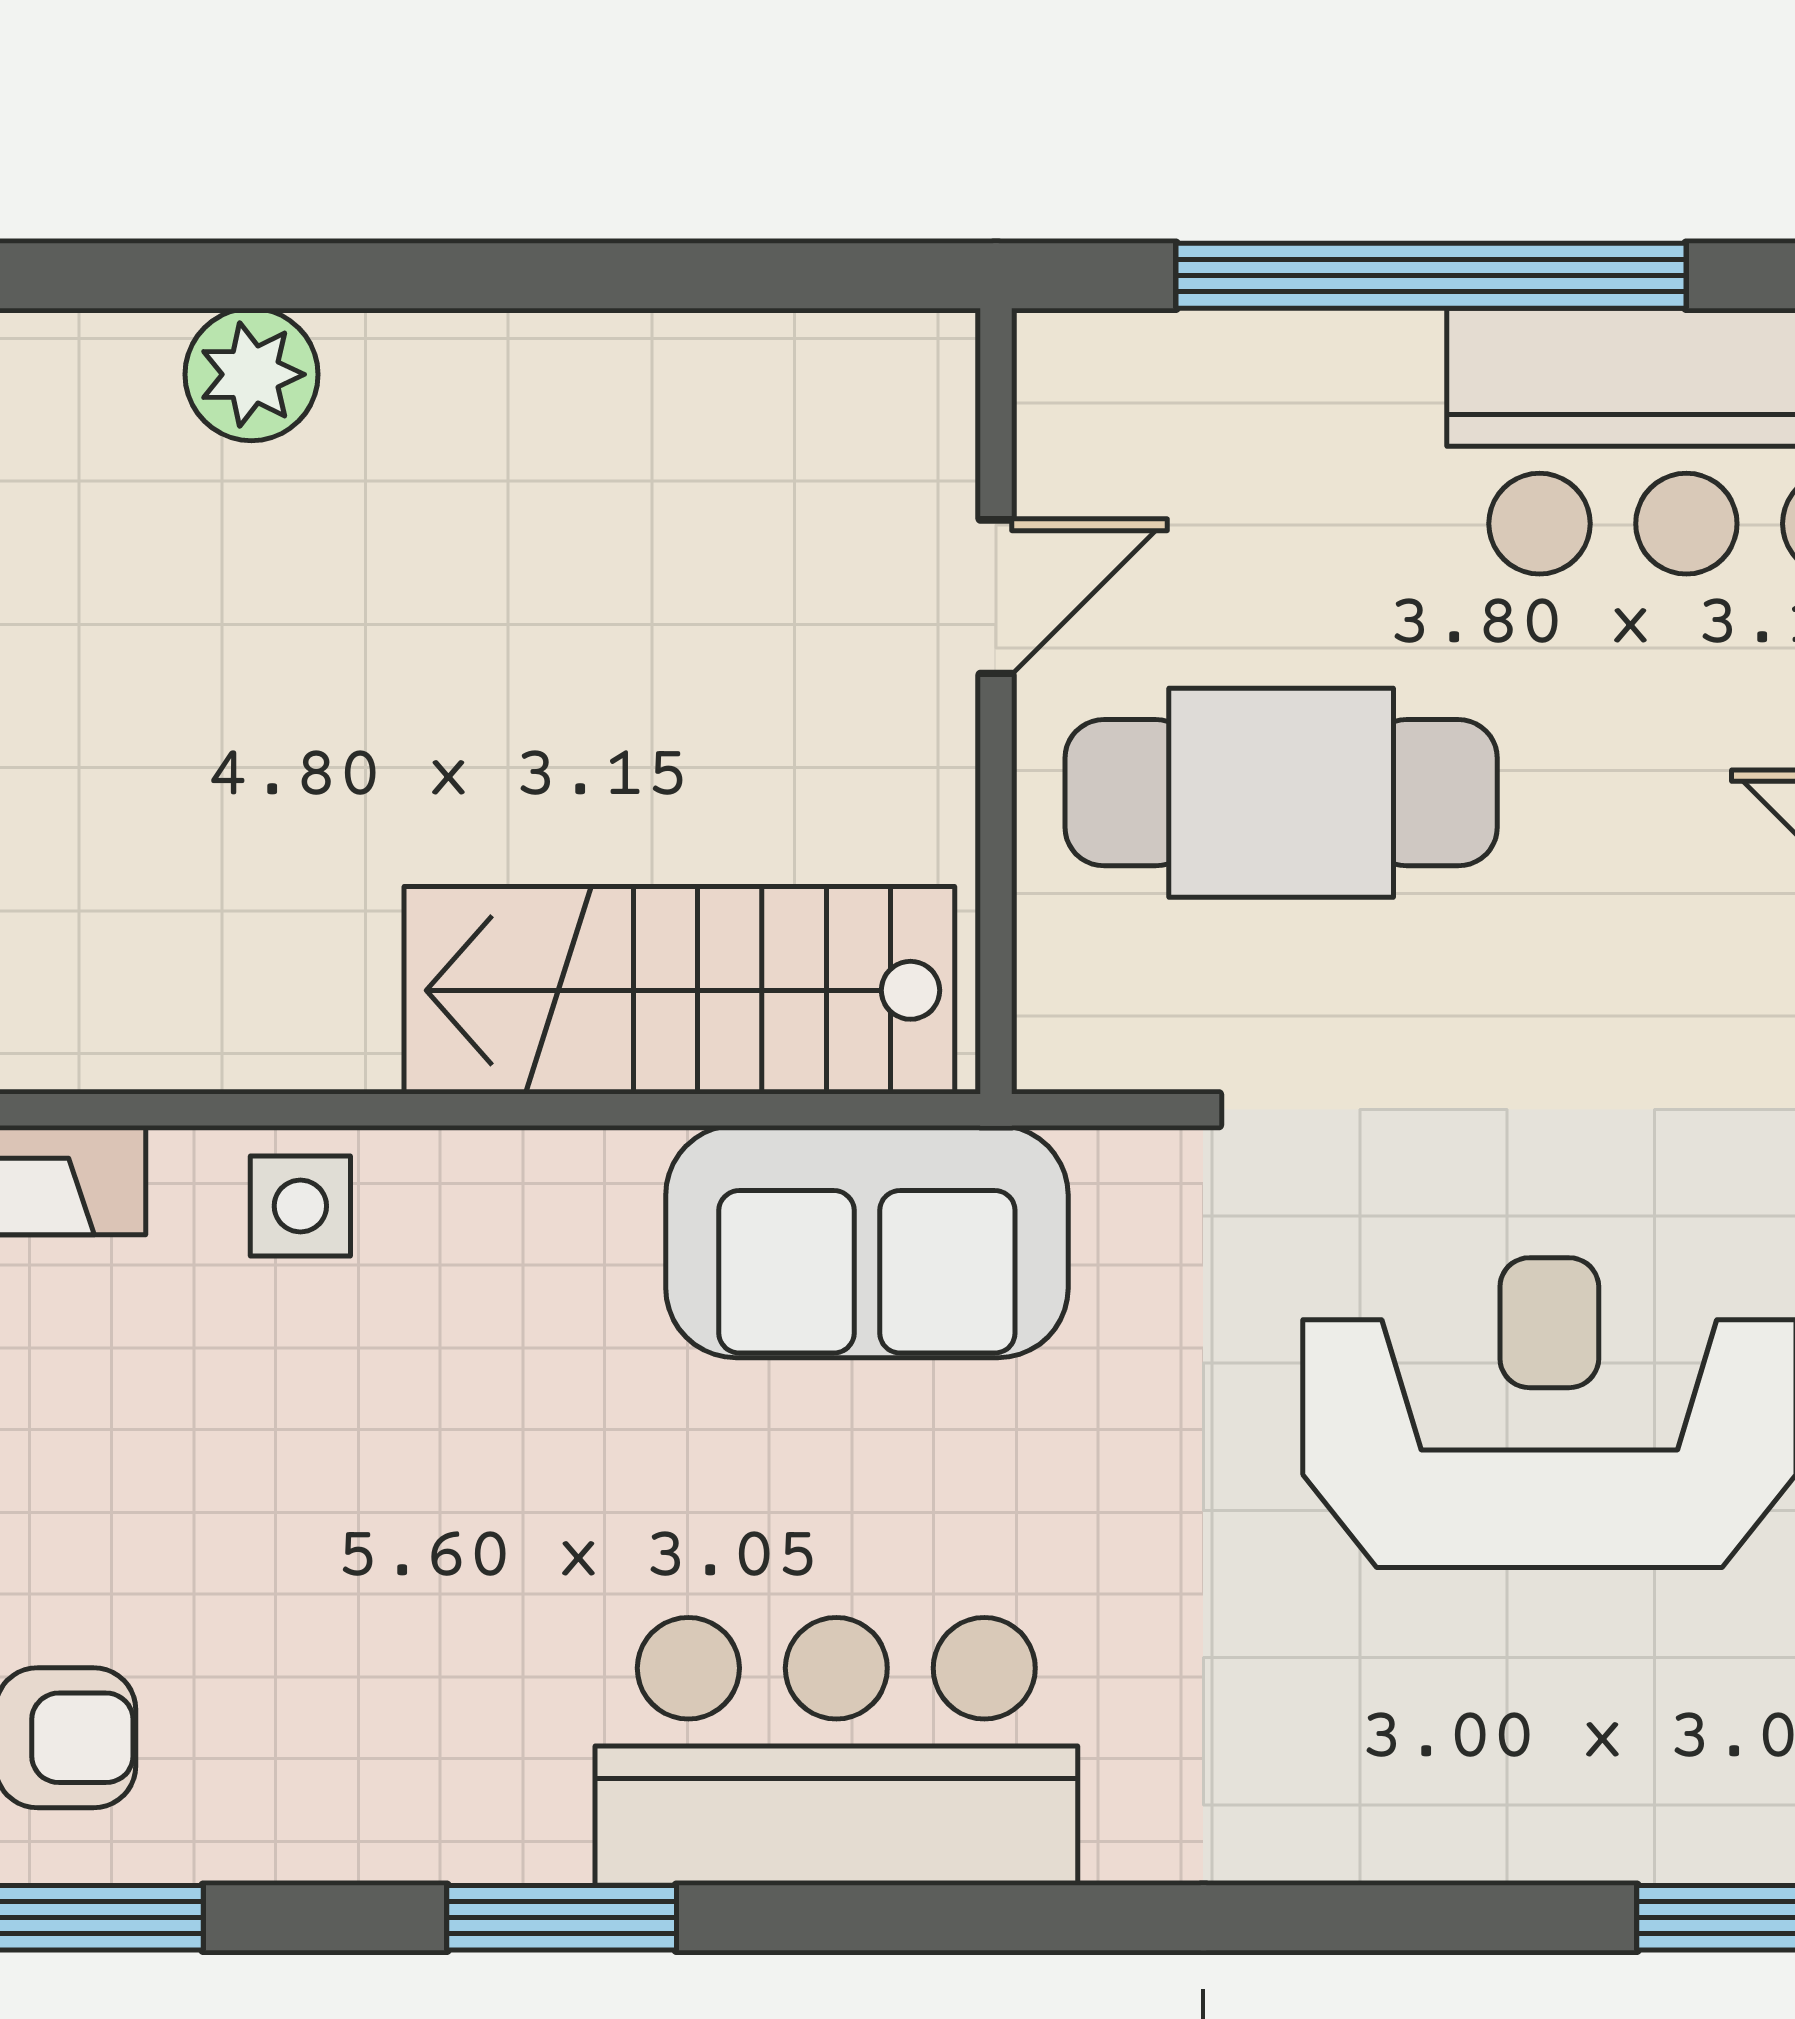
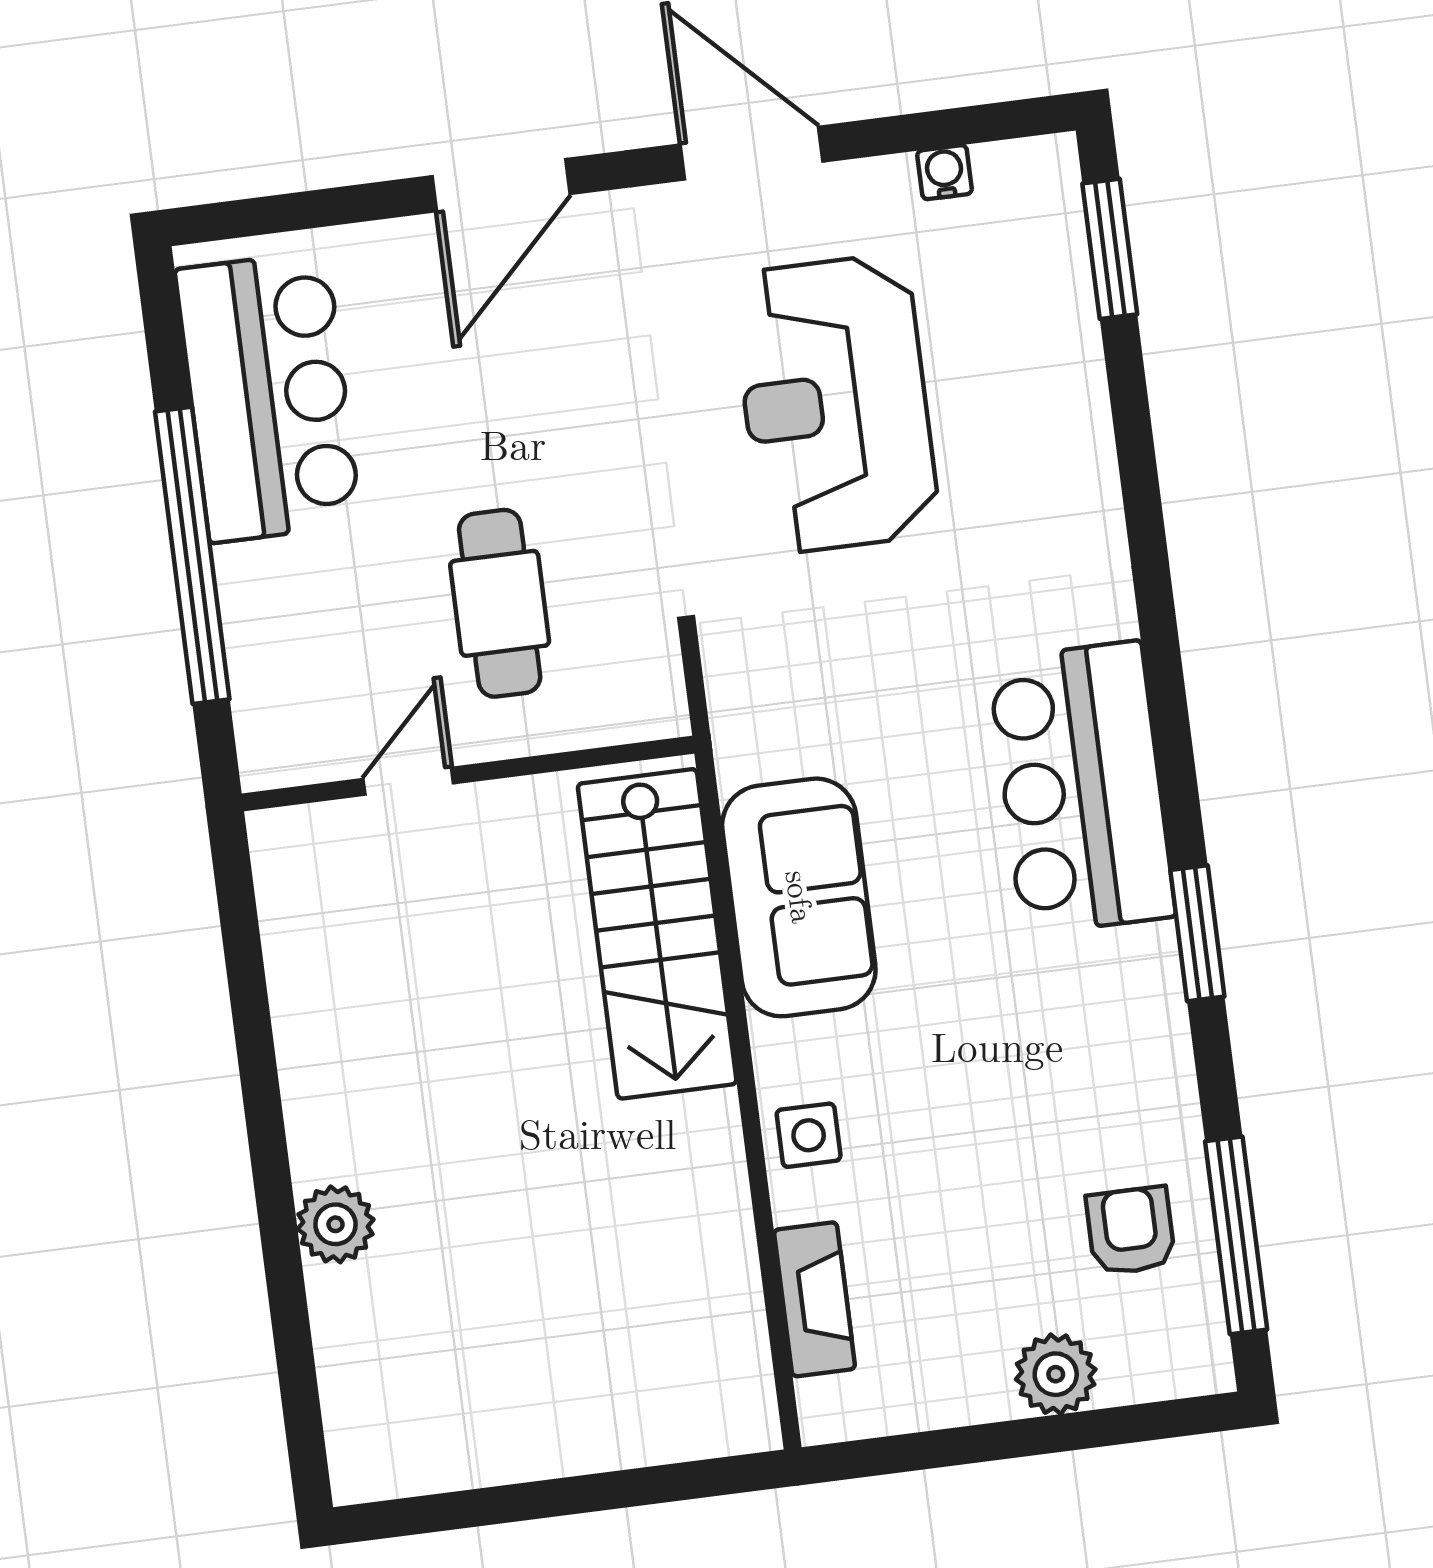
door: (996, 597) -> (408, 781), hinge flipped
cafe table: (1281, 793) -> (500, 603), width x0.73, depth x0.74
sofa: (867, 1242) -> (799, 897), moved

